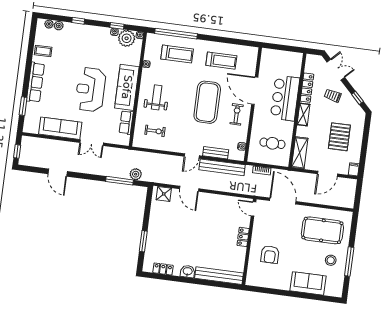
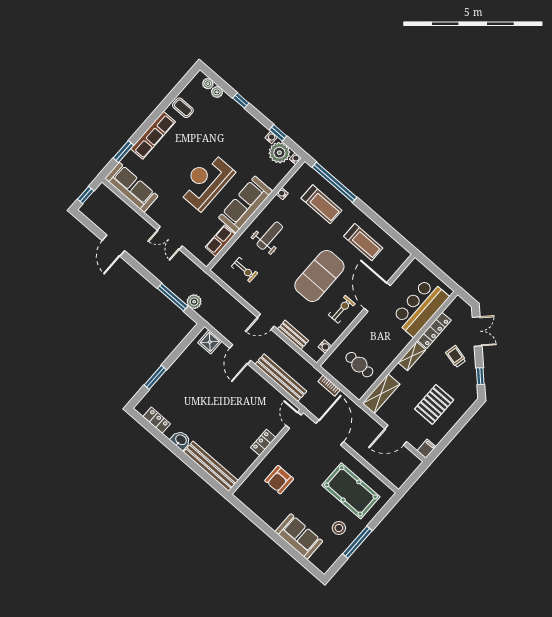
bar counter: (285, 98) -> (420, 307), moved
sofa: (60, 128) -> (132, 187), moved
bench: (222, 167) -> (281, 378), moved

